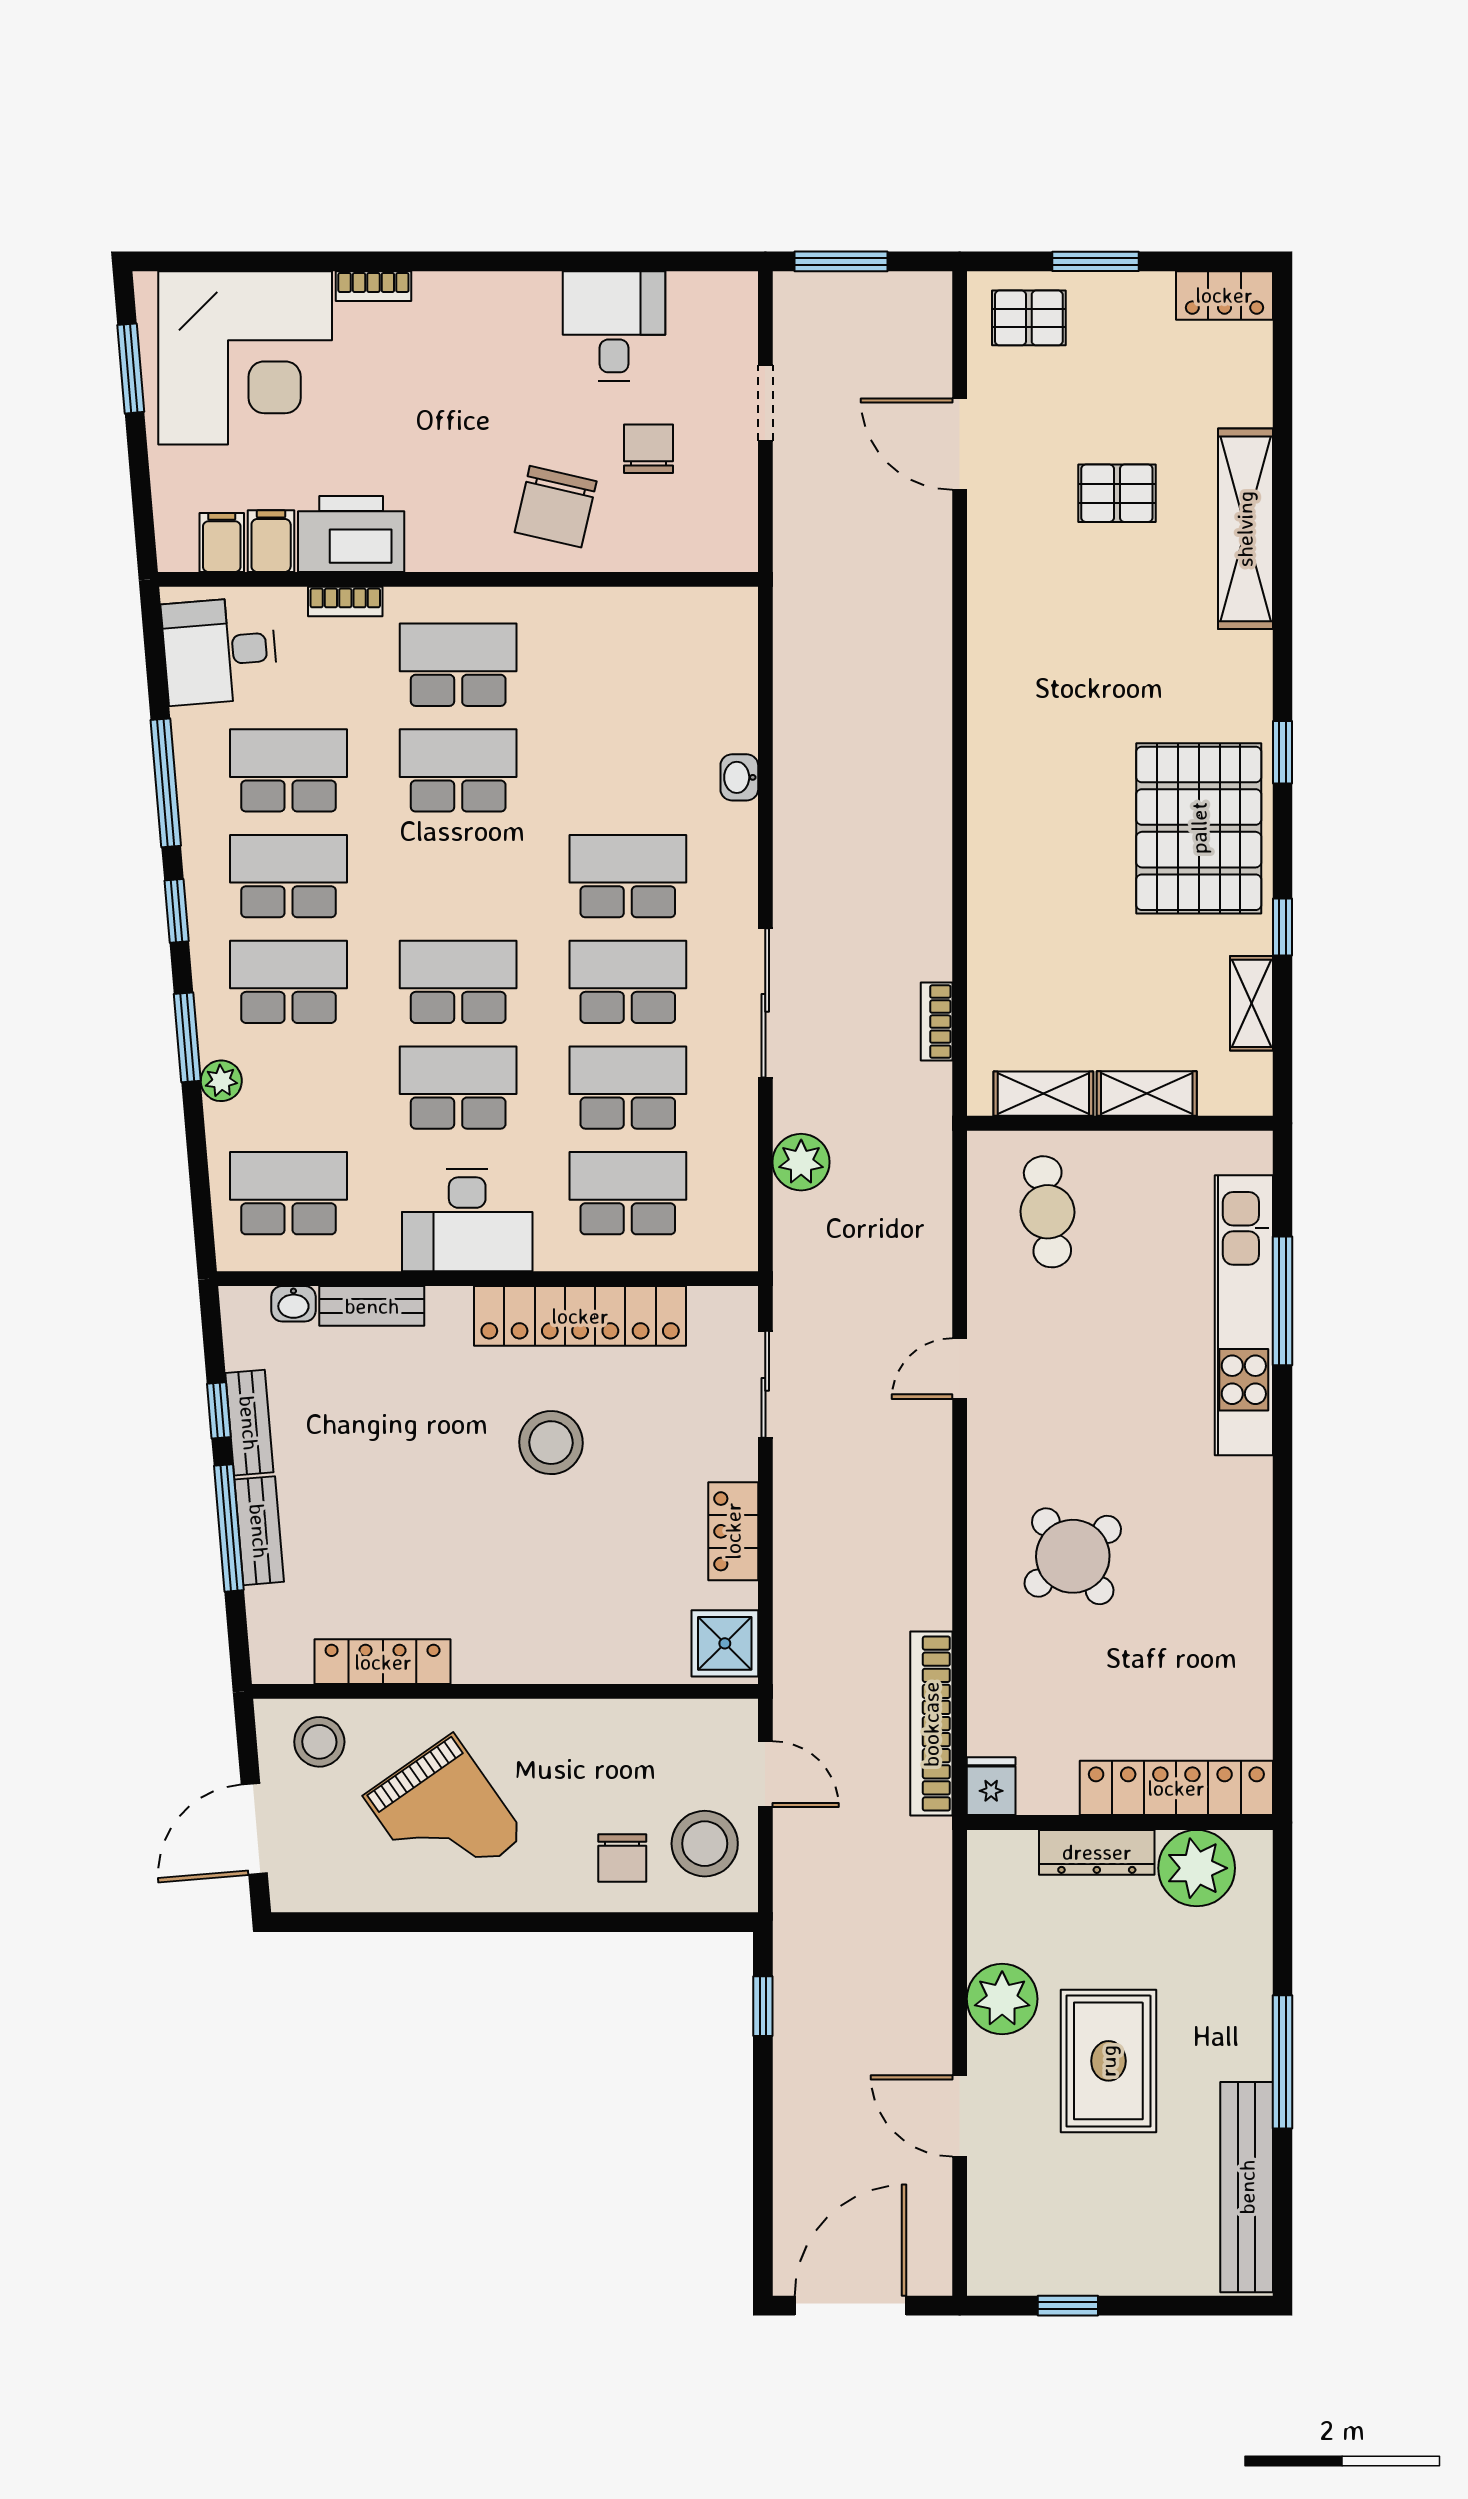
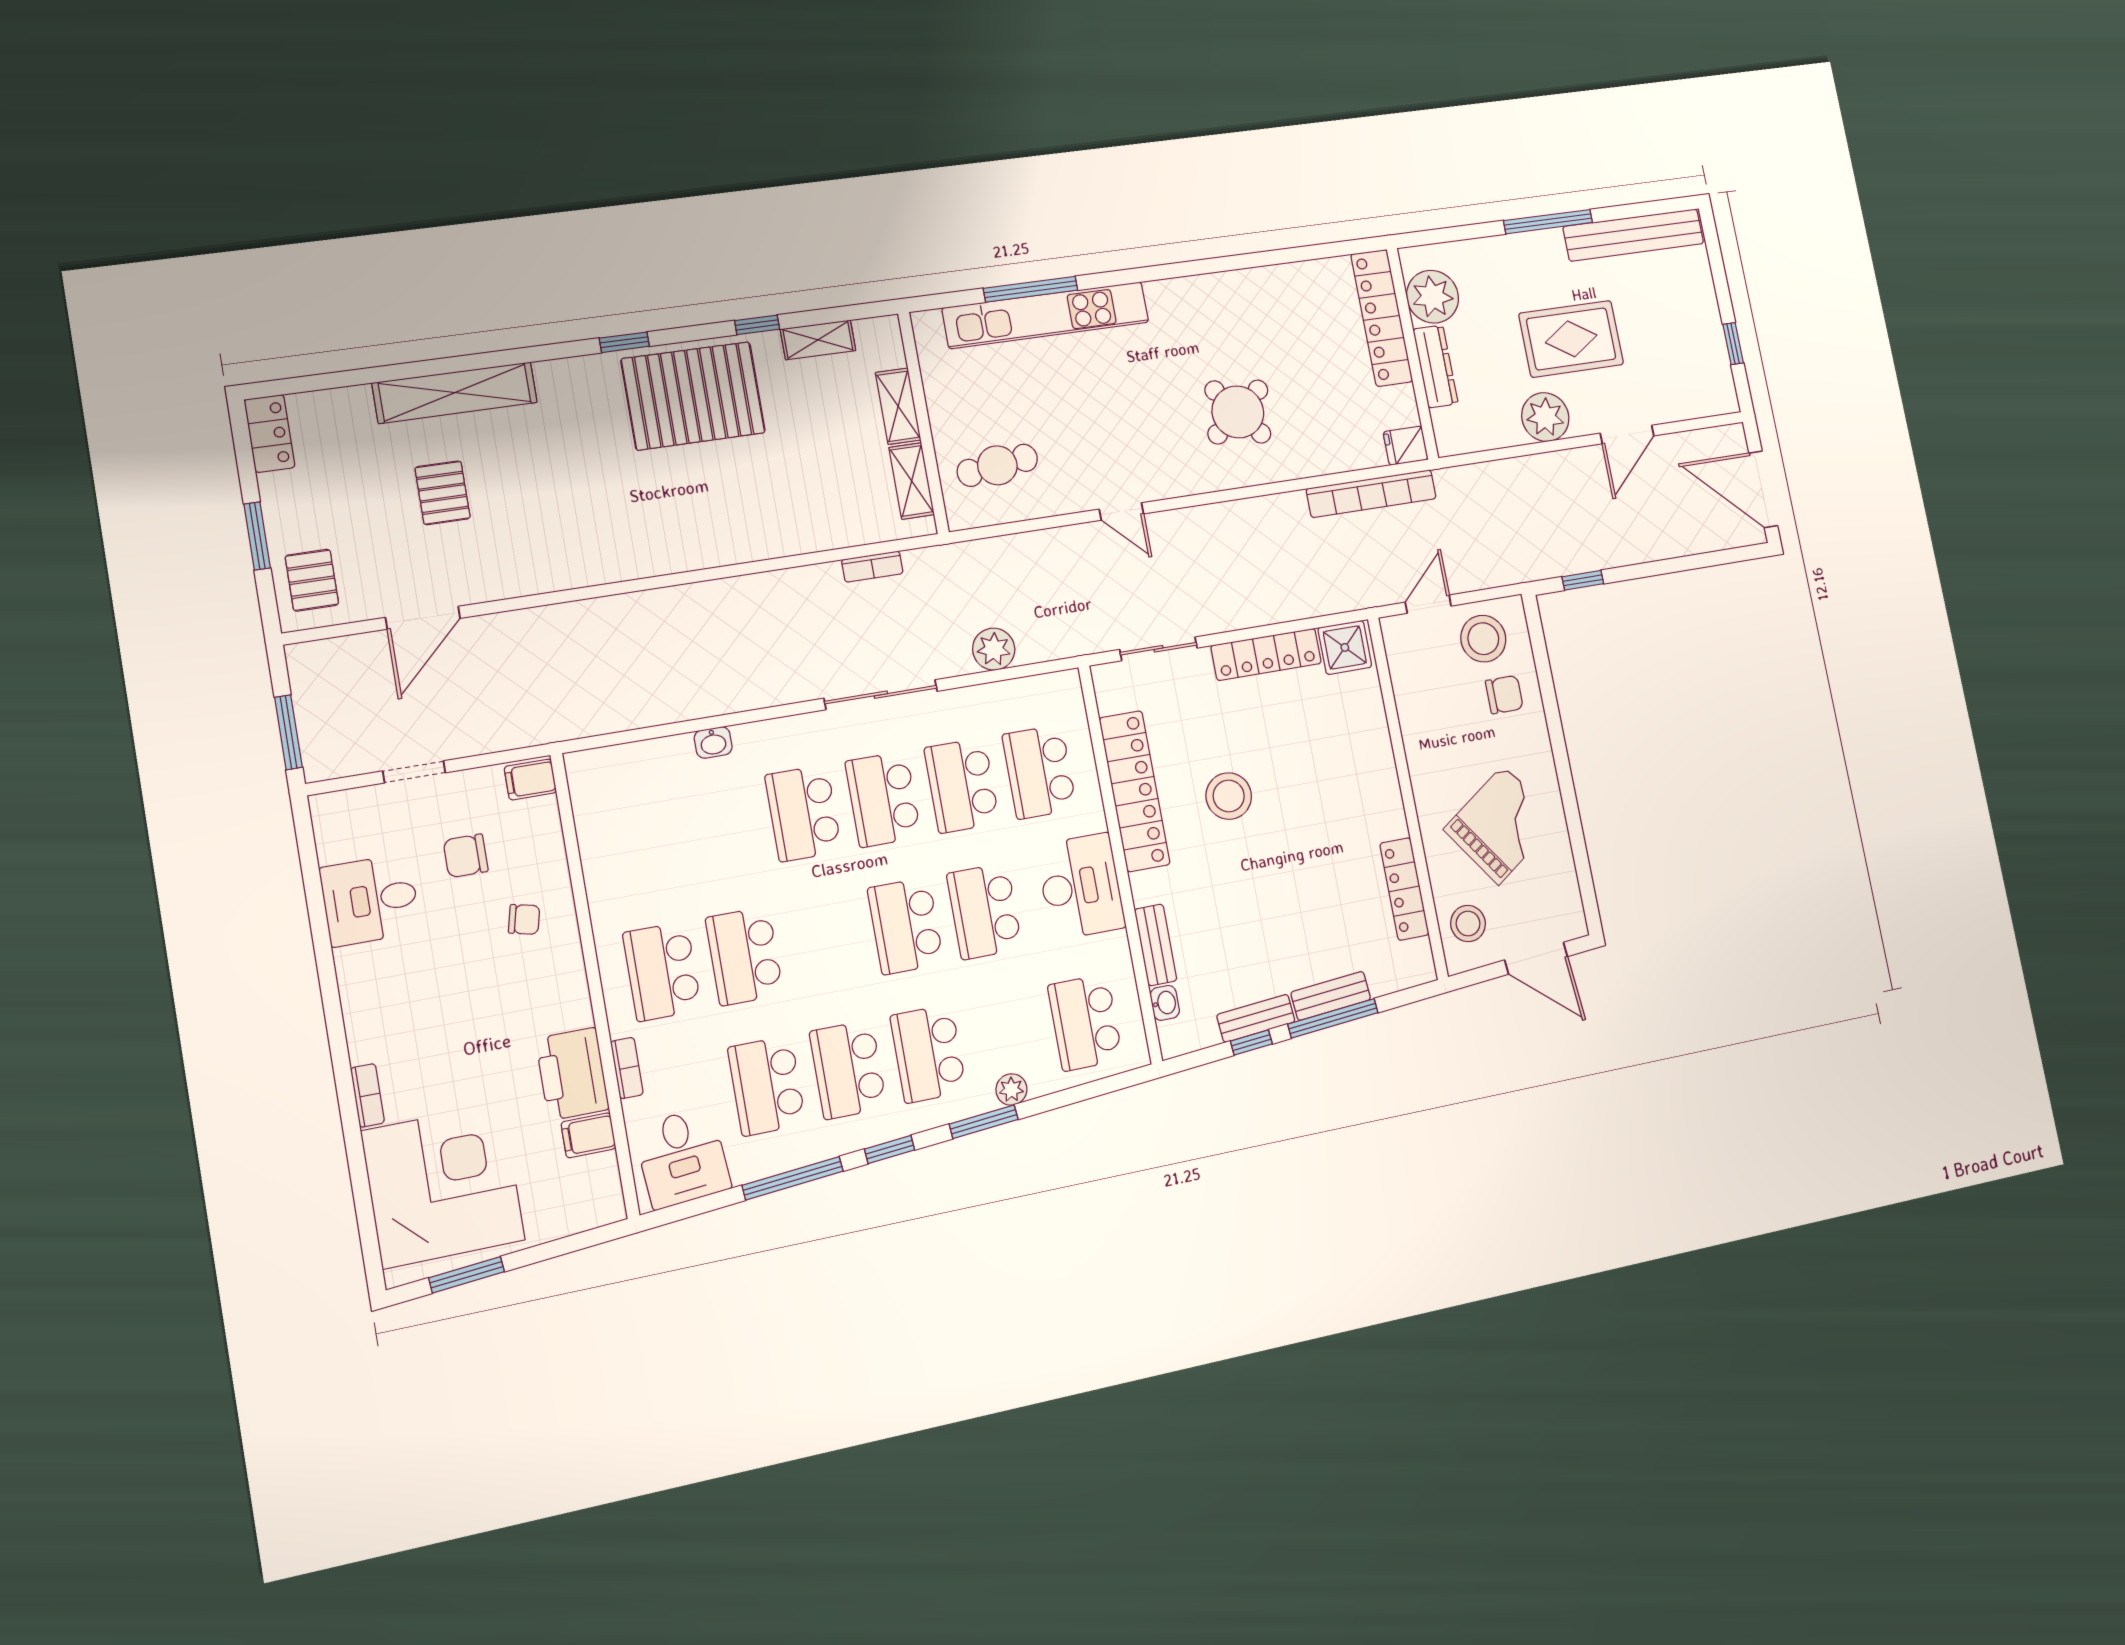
chair: (556, 507) -> (524, 919), width x0.54, depth x0.54
filing cabinet: (222, 542) -> (530, 780), moved
locker: (733, 1531) -> (1266, 654), width x1.53

